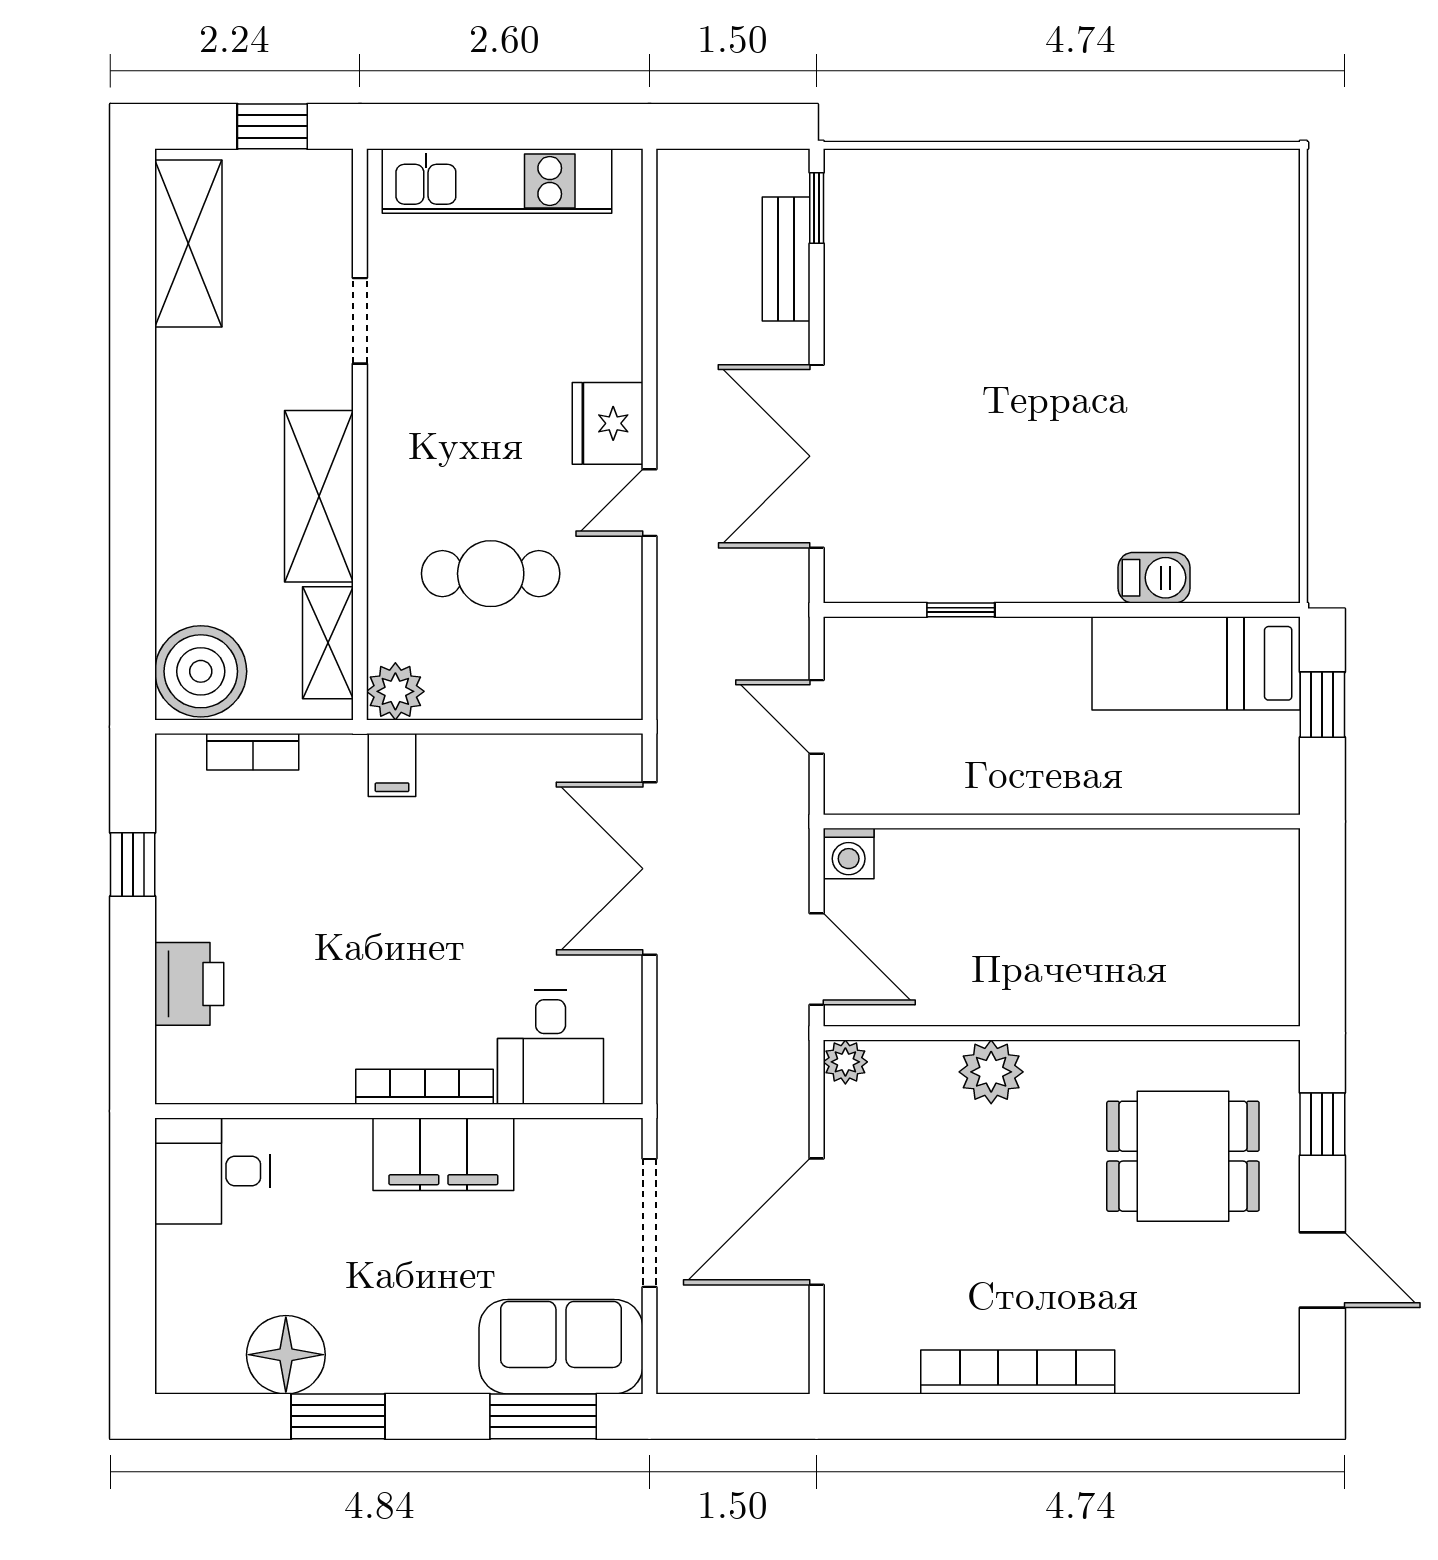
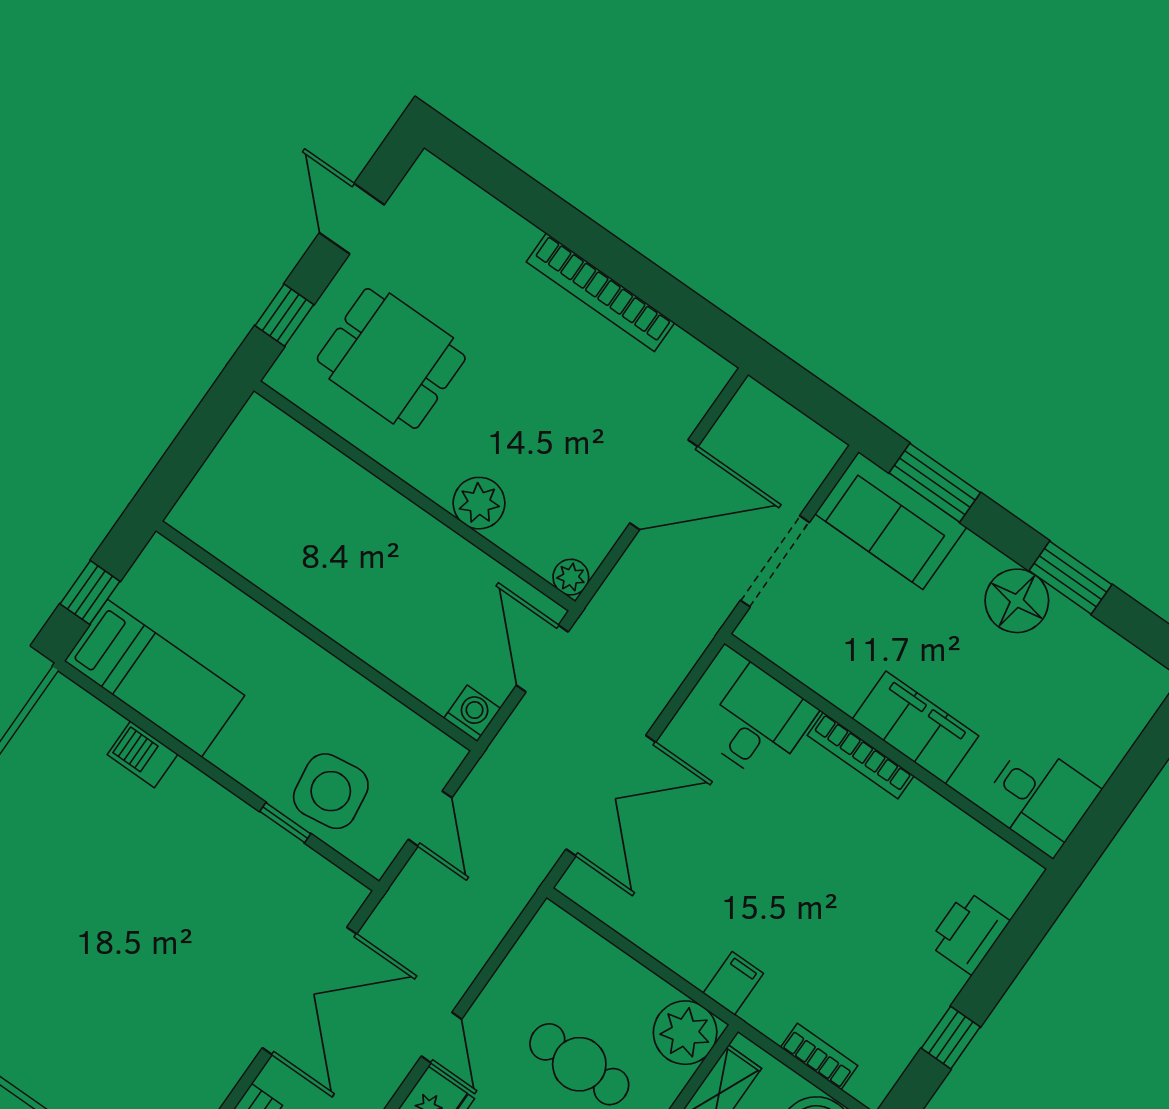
door: (650, 503) -> (441, 1038), hinge flipped
side table: (937, 674) -> (331, 791), added
plant: (395, 691) -> (685, 1033), width x1.36, depth x1.36
filing cabinet: (443, 1154) -> (916, 727), moved
floor lamp: (286, 1355) -> (1017, 601), moved

